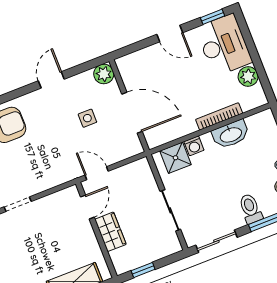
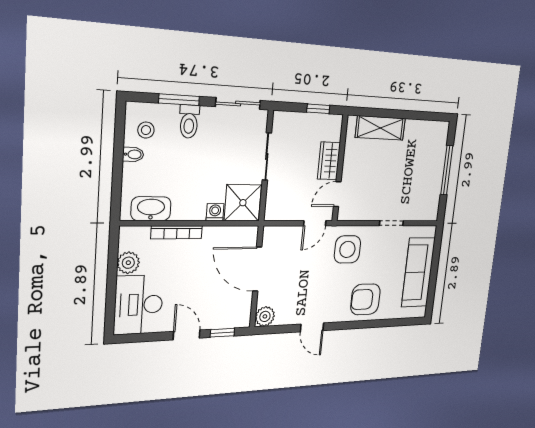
window: (212, 17) -> (222, 333), moved
door: (51, 80) -> (312, 327), hinge flipped
side table: (87, 118) -> (347, 249), moved, width x1.87, depth x1.87
washbasin: (231, 134) -> (151, 209), moved
shower: (175, 158) -> (243, 203), width x1.36, depth x1.36
door: (97, 173) -> (315, 223), hinge flipped

